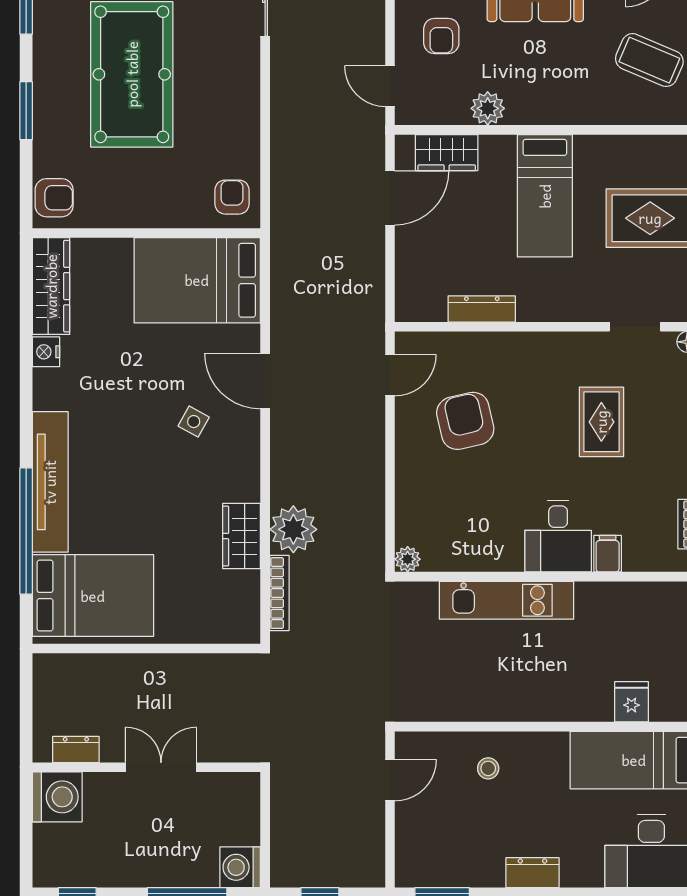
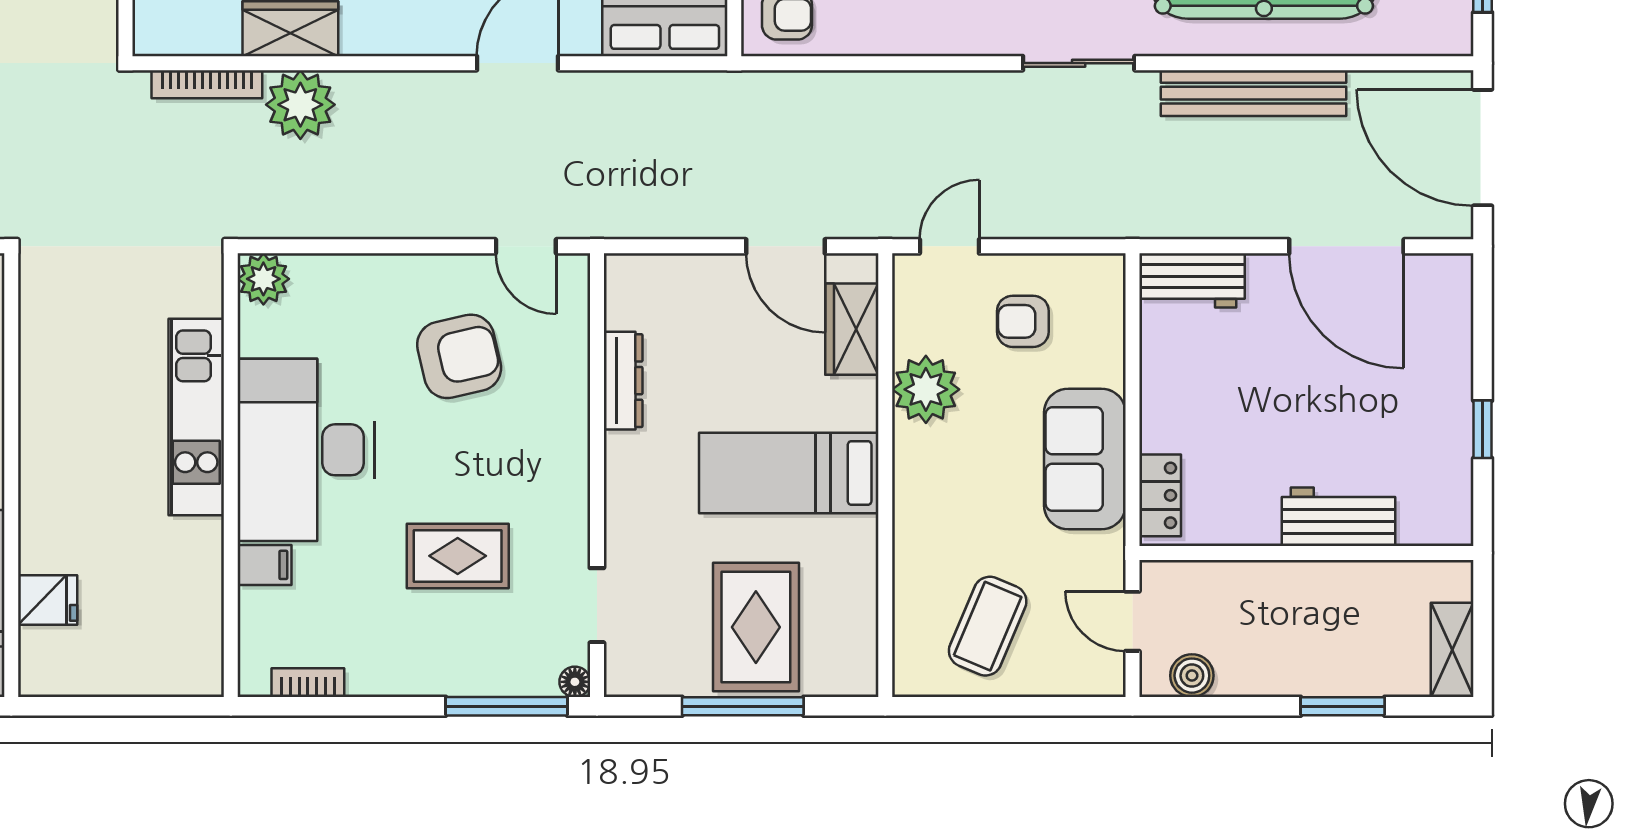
plant: (488, 108) -> (926, 389), width x1.36, depth x1.36
desk: (558, 536) -> (306, 450), width x1.87, depth x1.30
plant: (408, 559) -> (263, 279), width x1.38, depth x1.38

